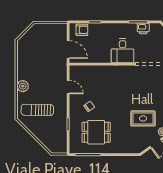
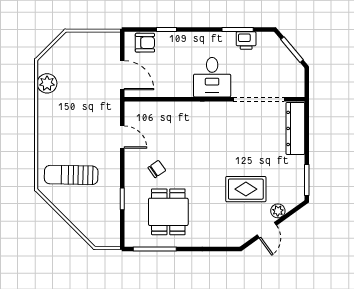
plant: (23, 86) -> (47, 83), moved
dining table: (96, 132) -> (168, 212), turned 90

